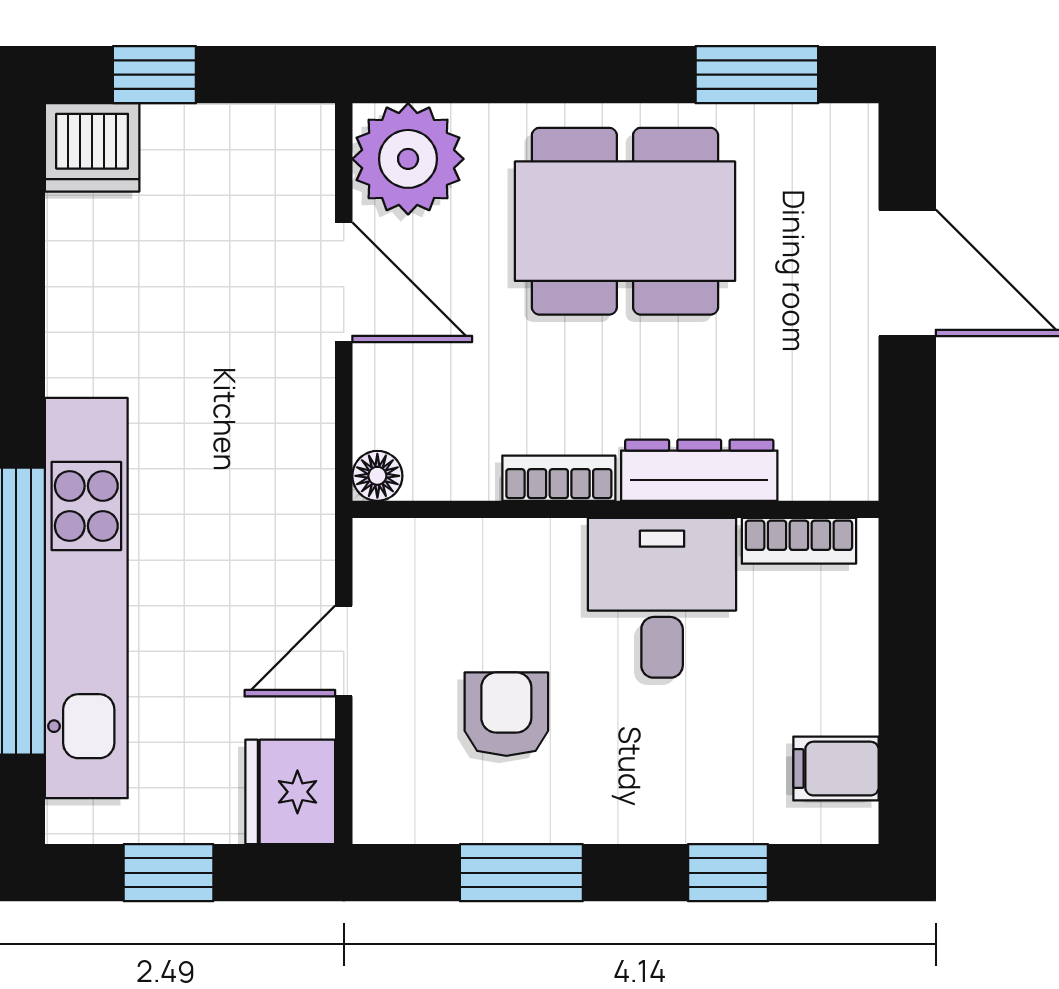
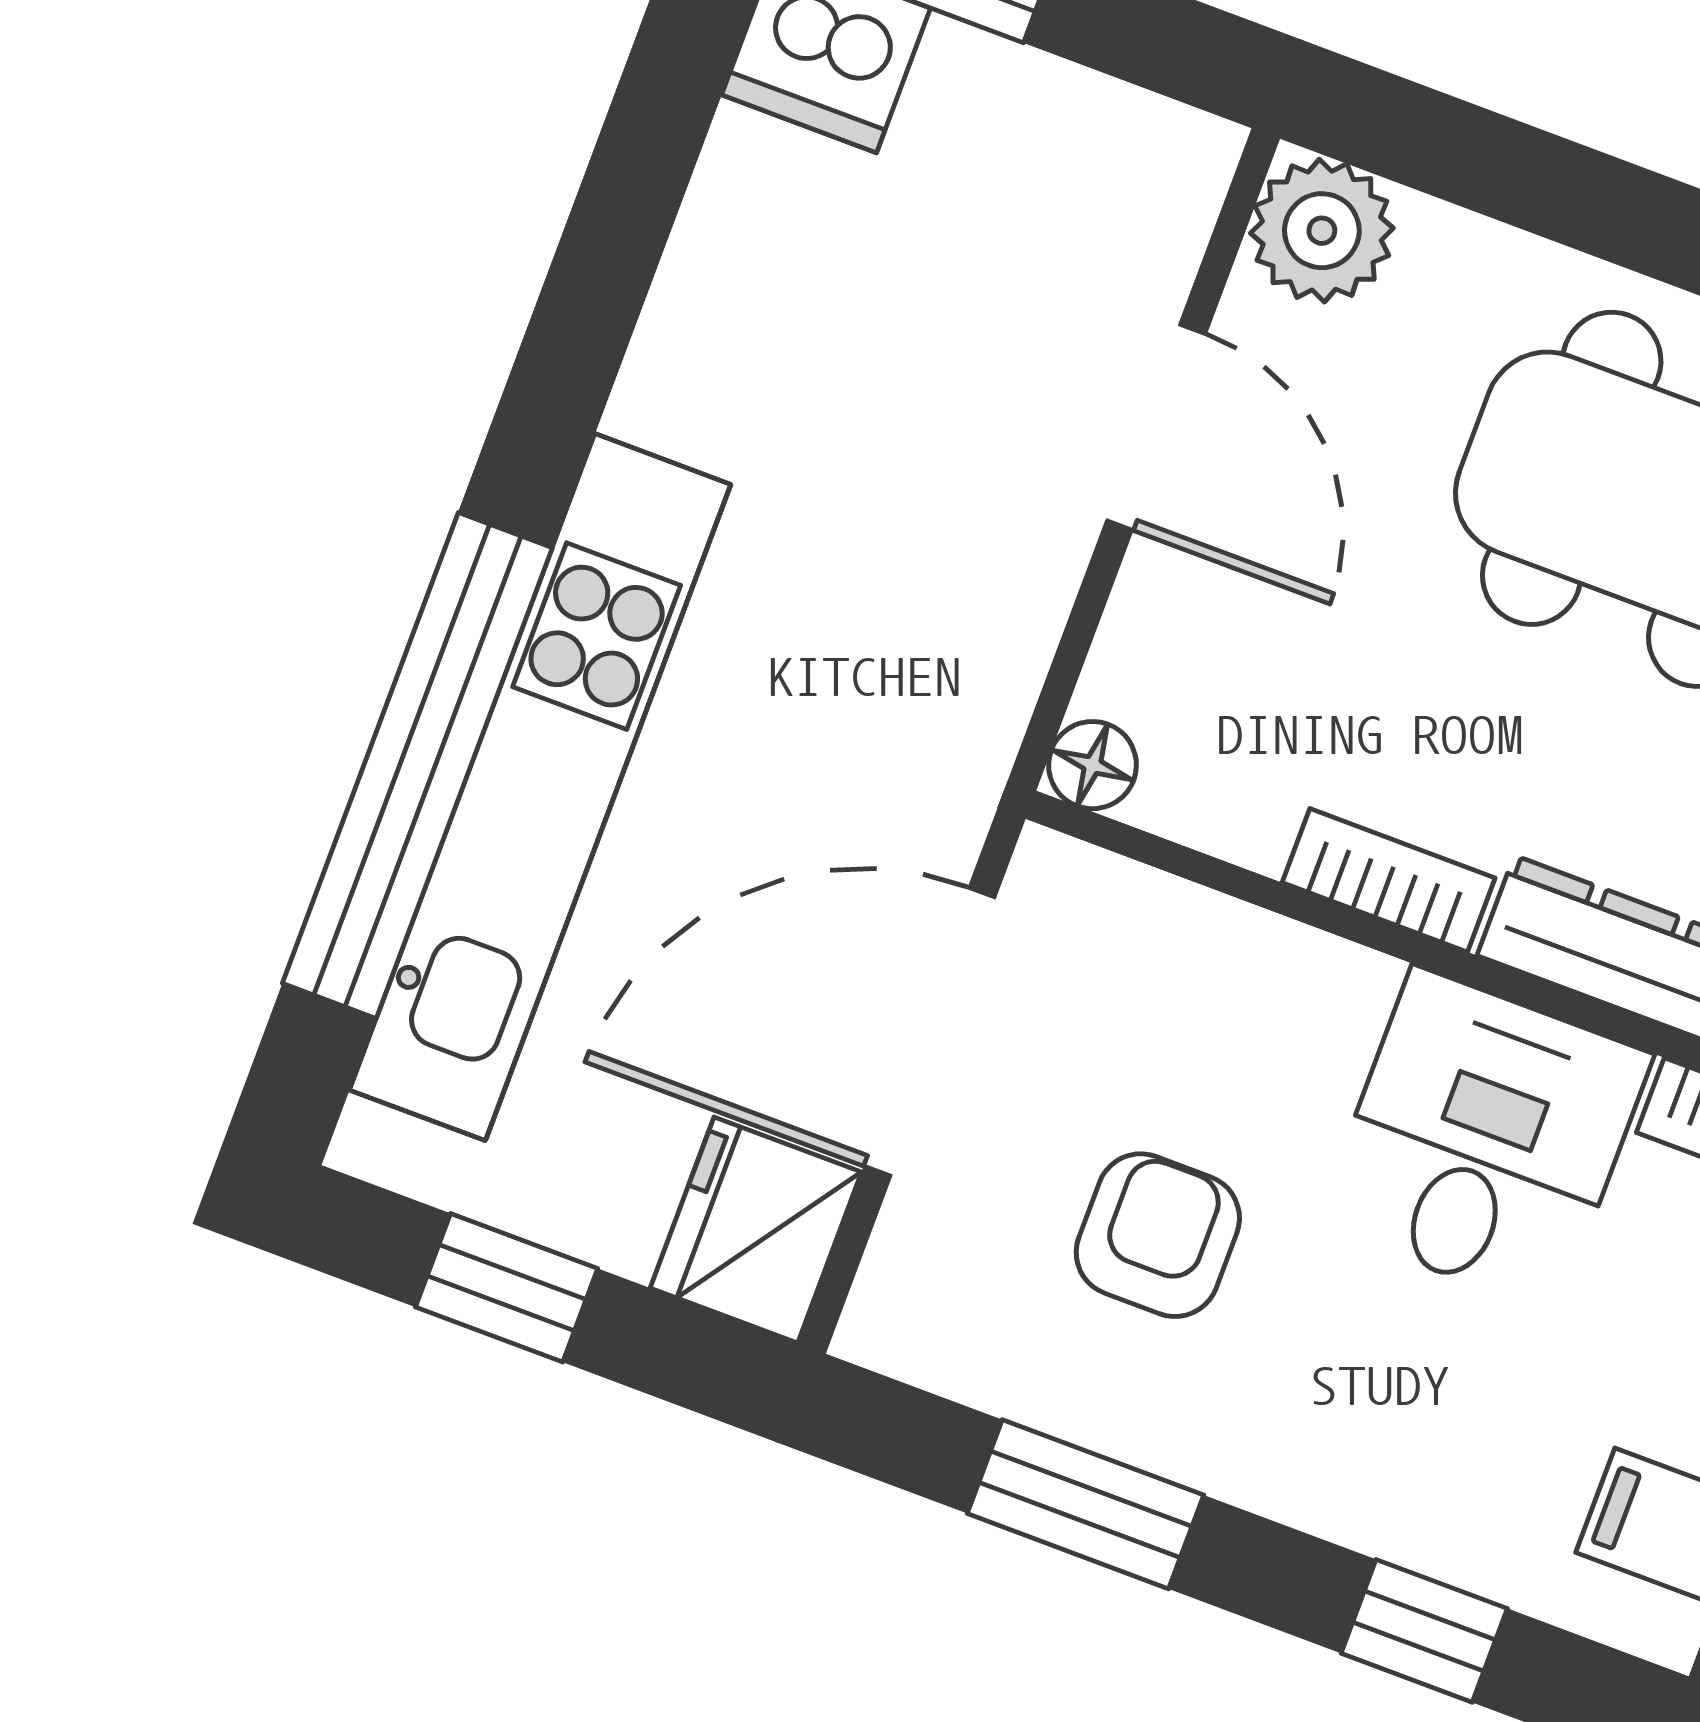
plant: (408, 159) -> (1322, 231), width x0.73, depth x0.73
door: (344, 651) -> (930, 1032), width x1.88

